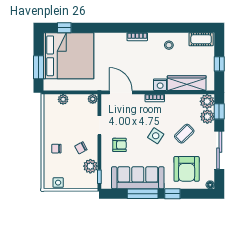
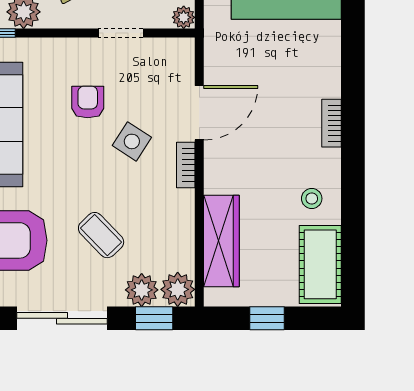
cot: (201, 39) -> (320, 264), width x1.37, depth x1.34
nightstand: (160, 85) -> (218, 178), removed
door: (121, 92) -> (199, 113), moved
side table: (156, 136) -> (132, 141), moved
armchair: (120, 145) -> (88, 102), moved, turned 180

